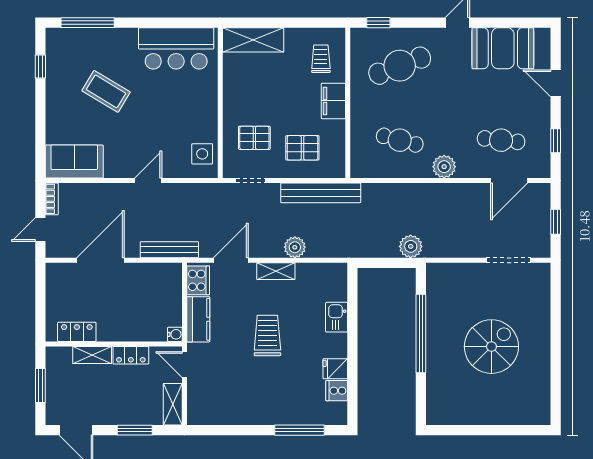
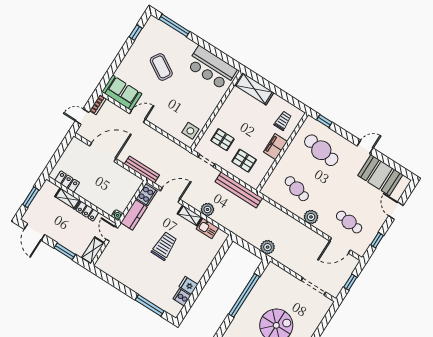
cafe table: (400, 66) -> (321, 150), turned 30
door: (148, 181) -> (137, 117), moved
kitchen sink: (337, 317) -> (207, 228), moved, turned -90

